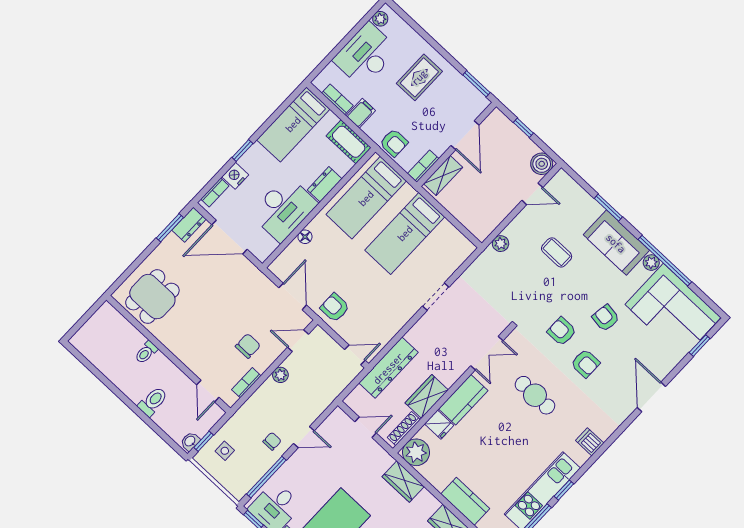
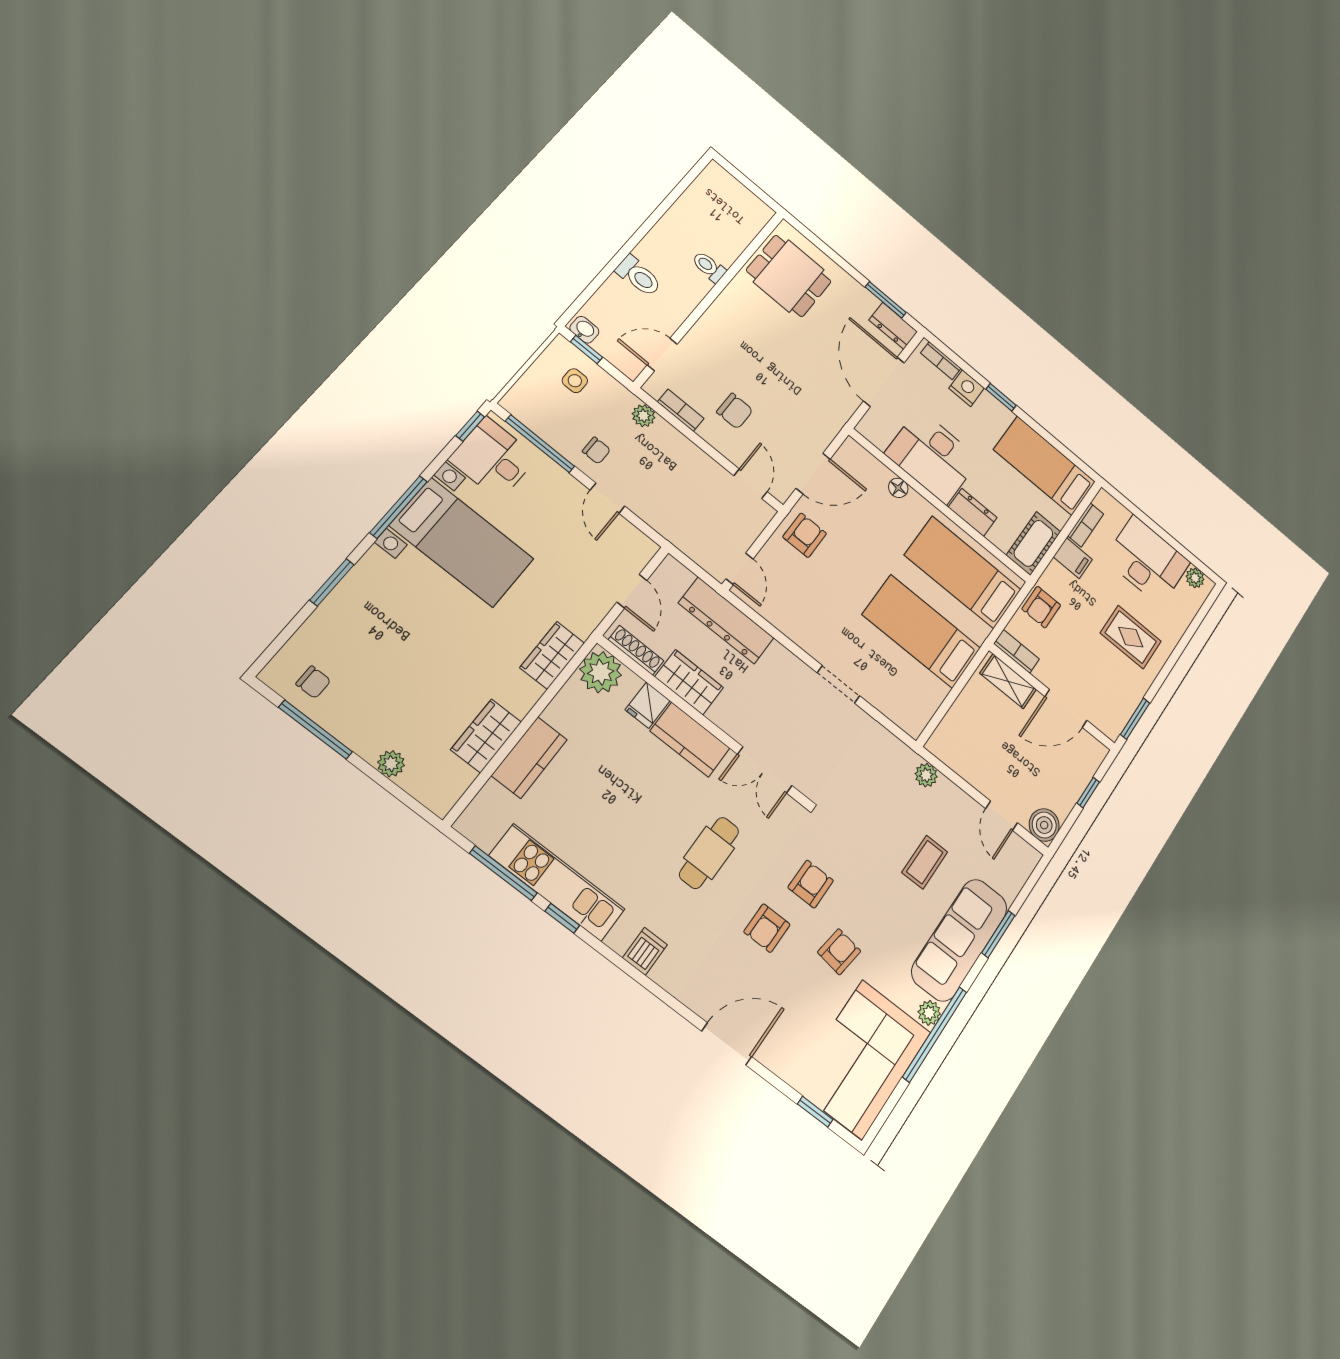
sofa: (616, 243) -> (960, 940), width x1.36
plant: (280, 375) -> (644, 416), moved

